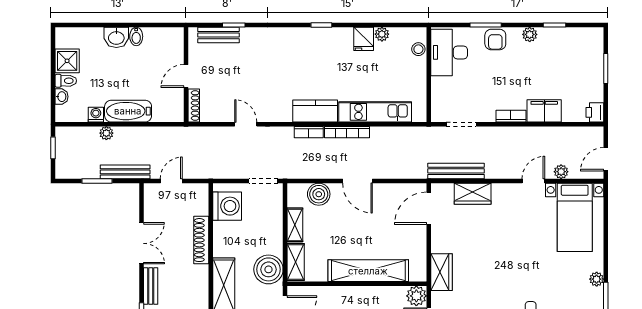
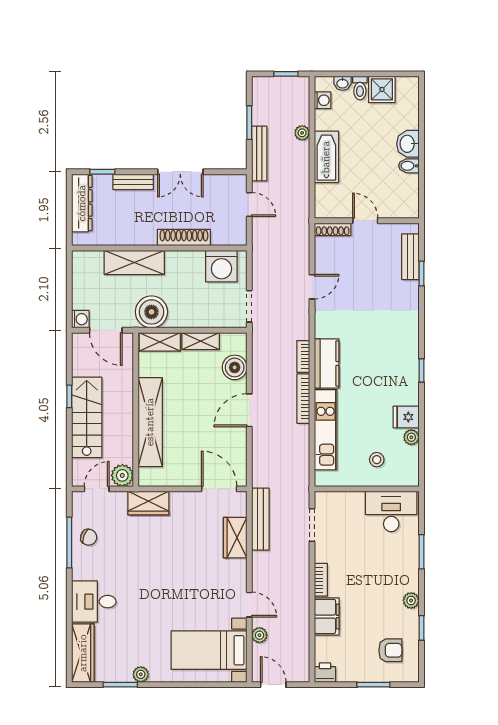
armchair: (495, 39) -> (390, 650), moved, turned 180
stool: (418, 49) -> (377, 460), moved
washing machine: (96, 115) -> (323, 100), moved

